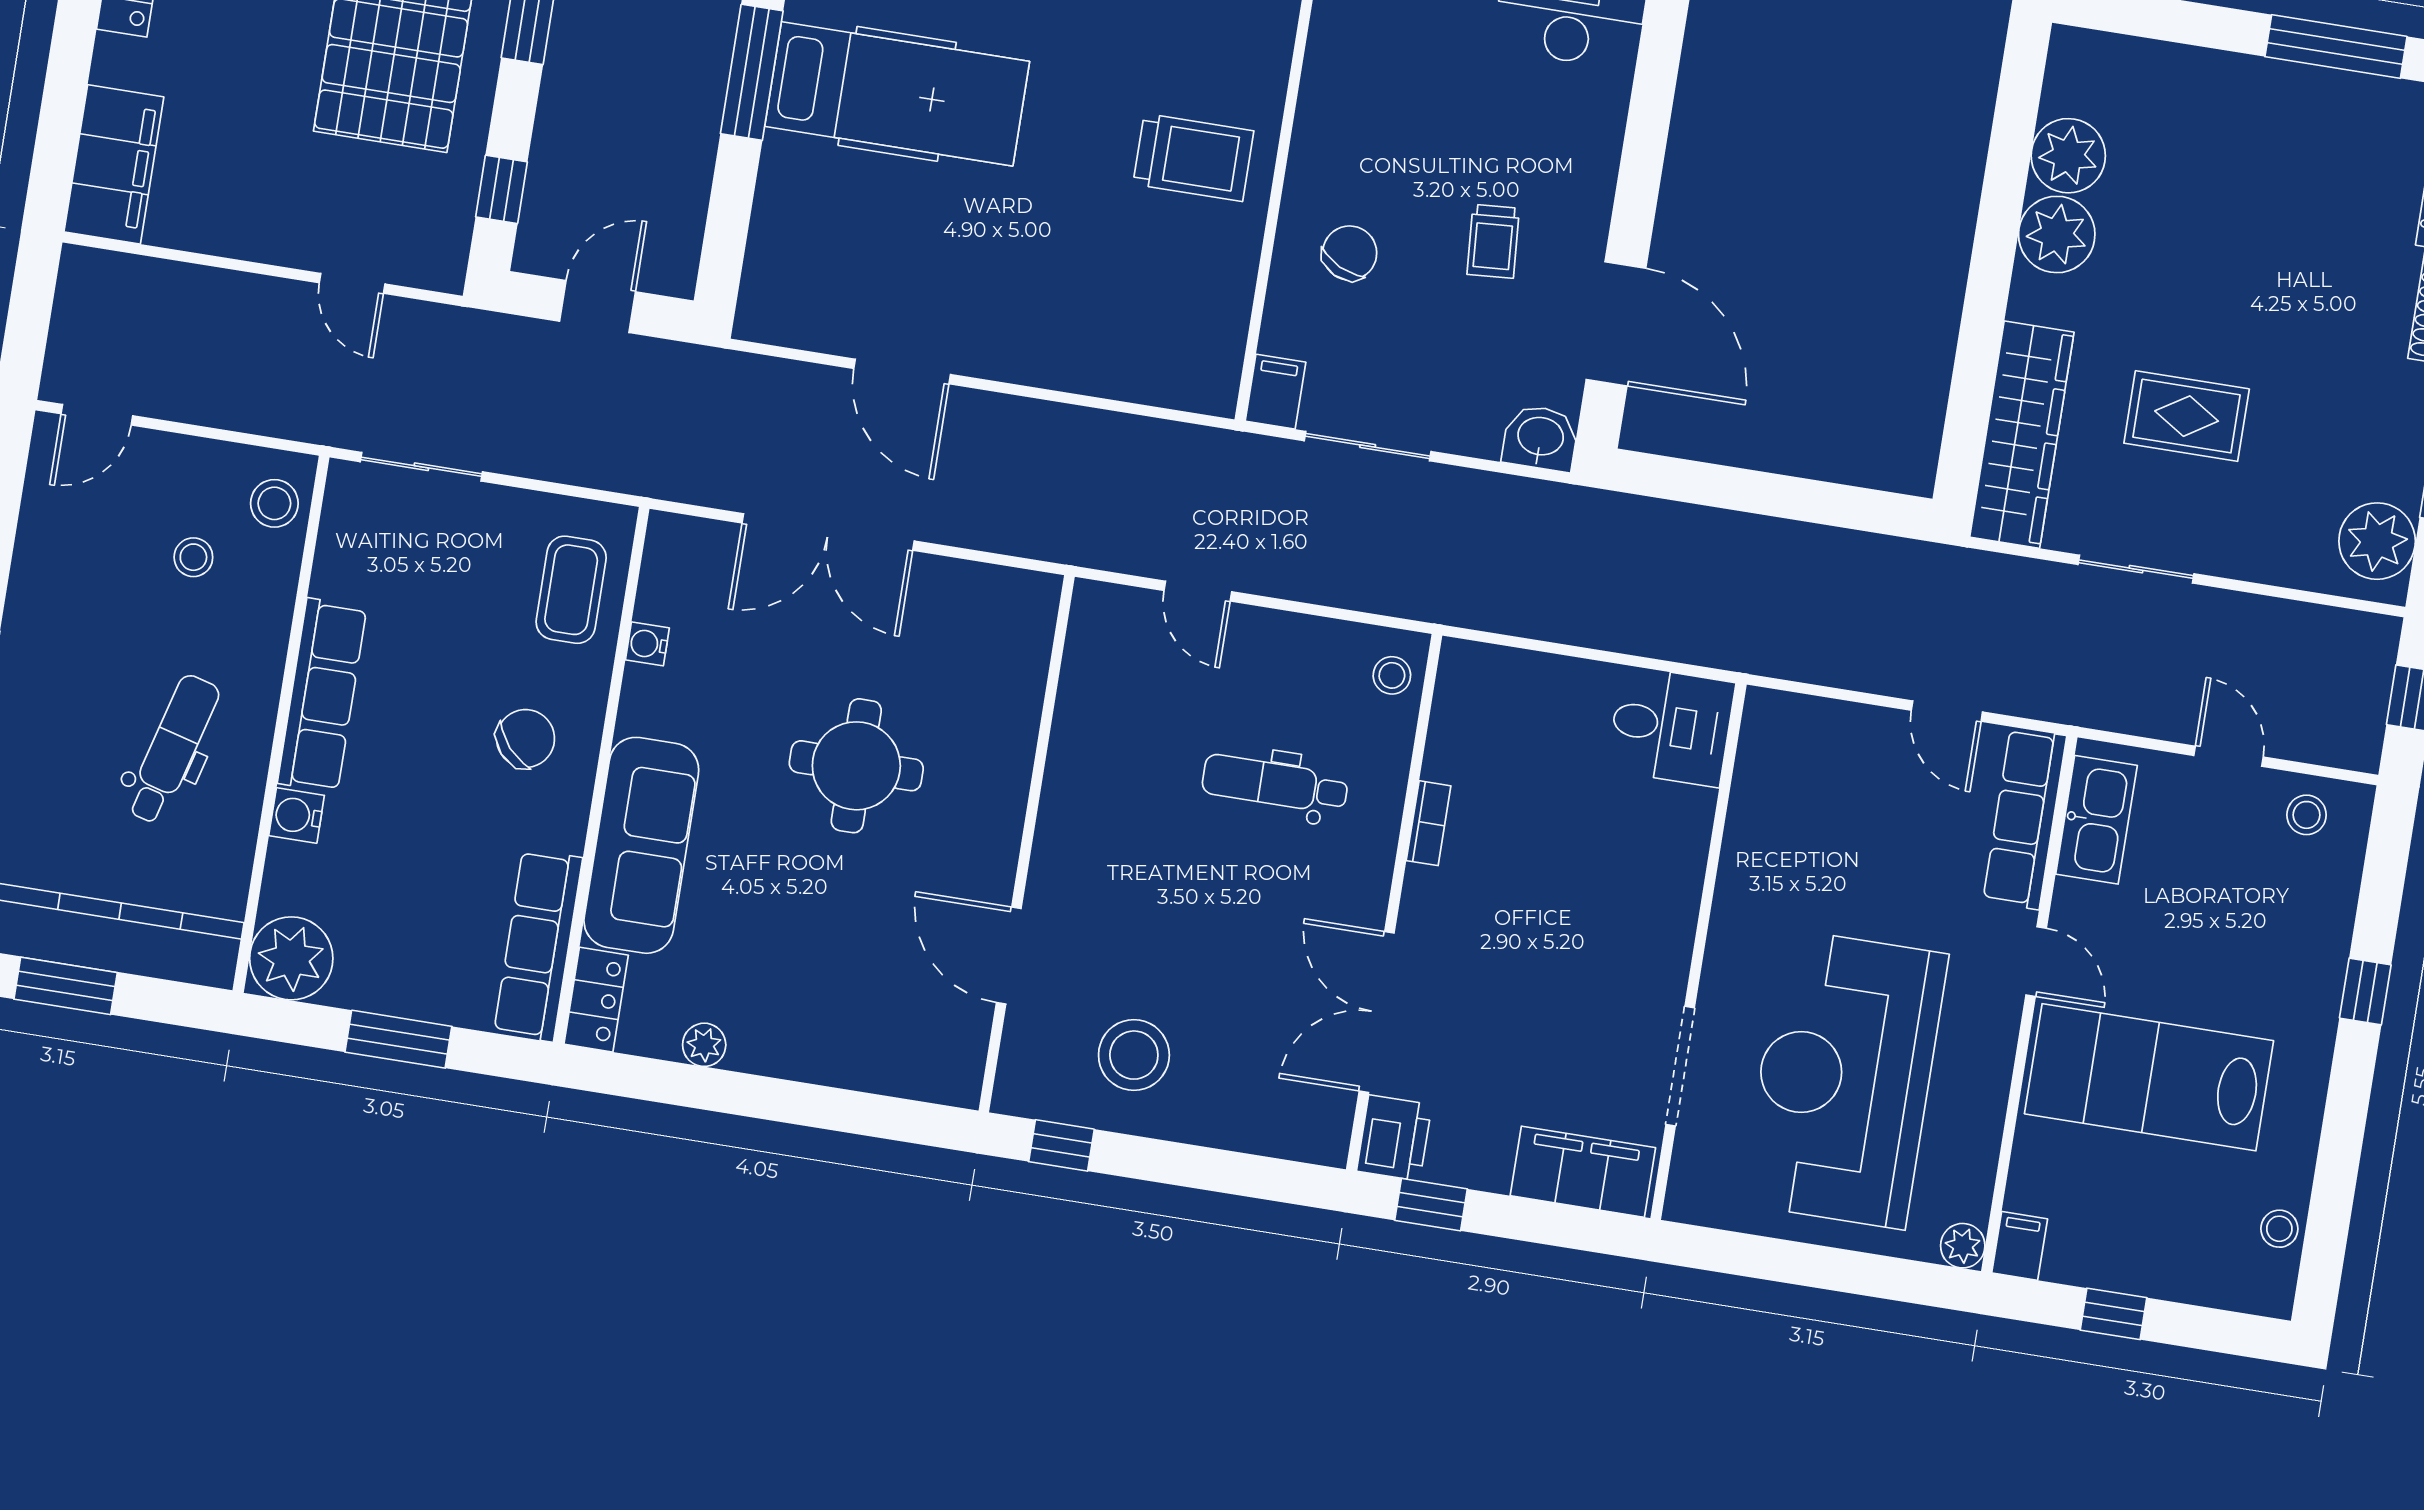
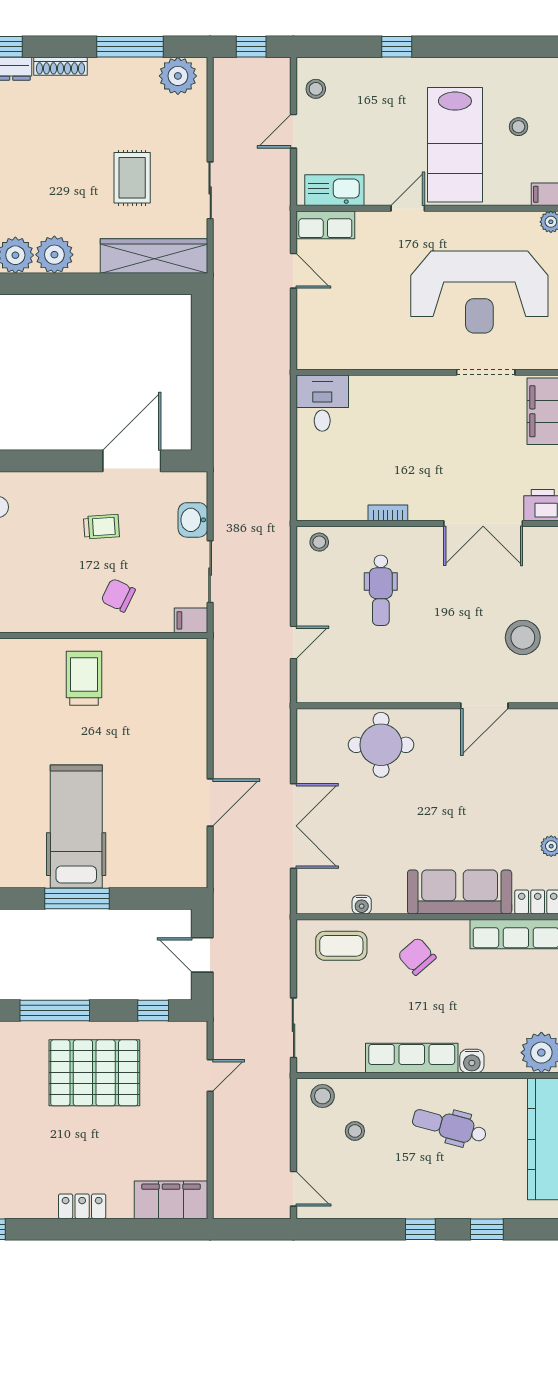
washbasin: (1540, 438) -> (193, 520), moved
door: (1947, 711) -> (293, 271), hinge flipped
round table: (856, 766) -> (381, 745), moved
row of seats: (2025, 818) -> (325, 225), width x0.68
stool: (2279, 1229) -> (518, 127), moved

